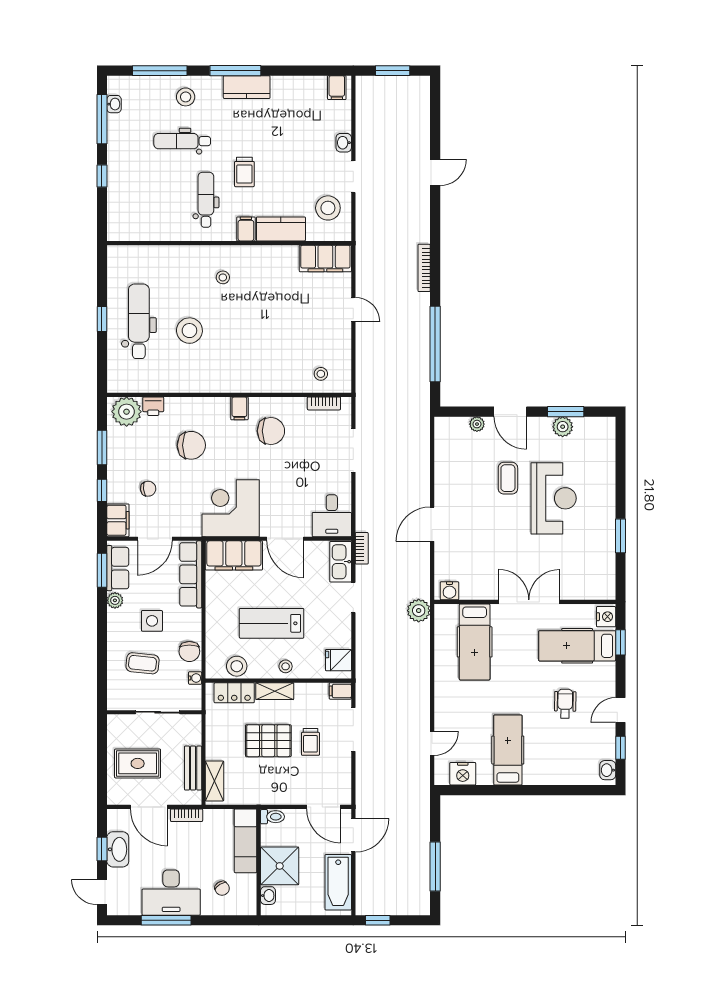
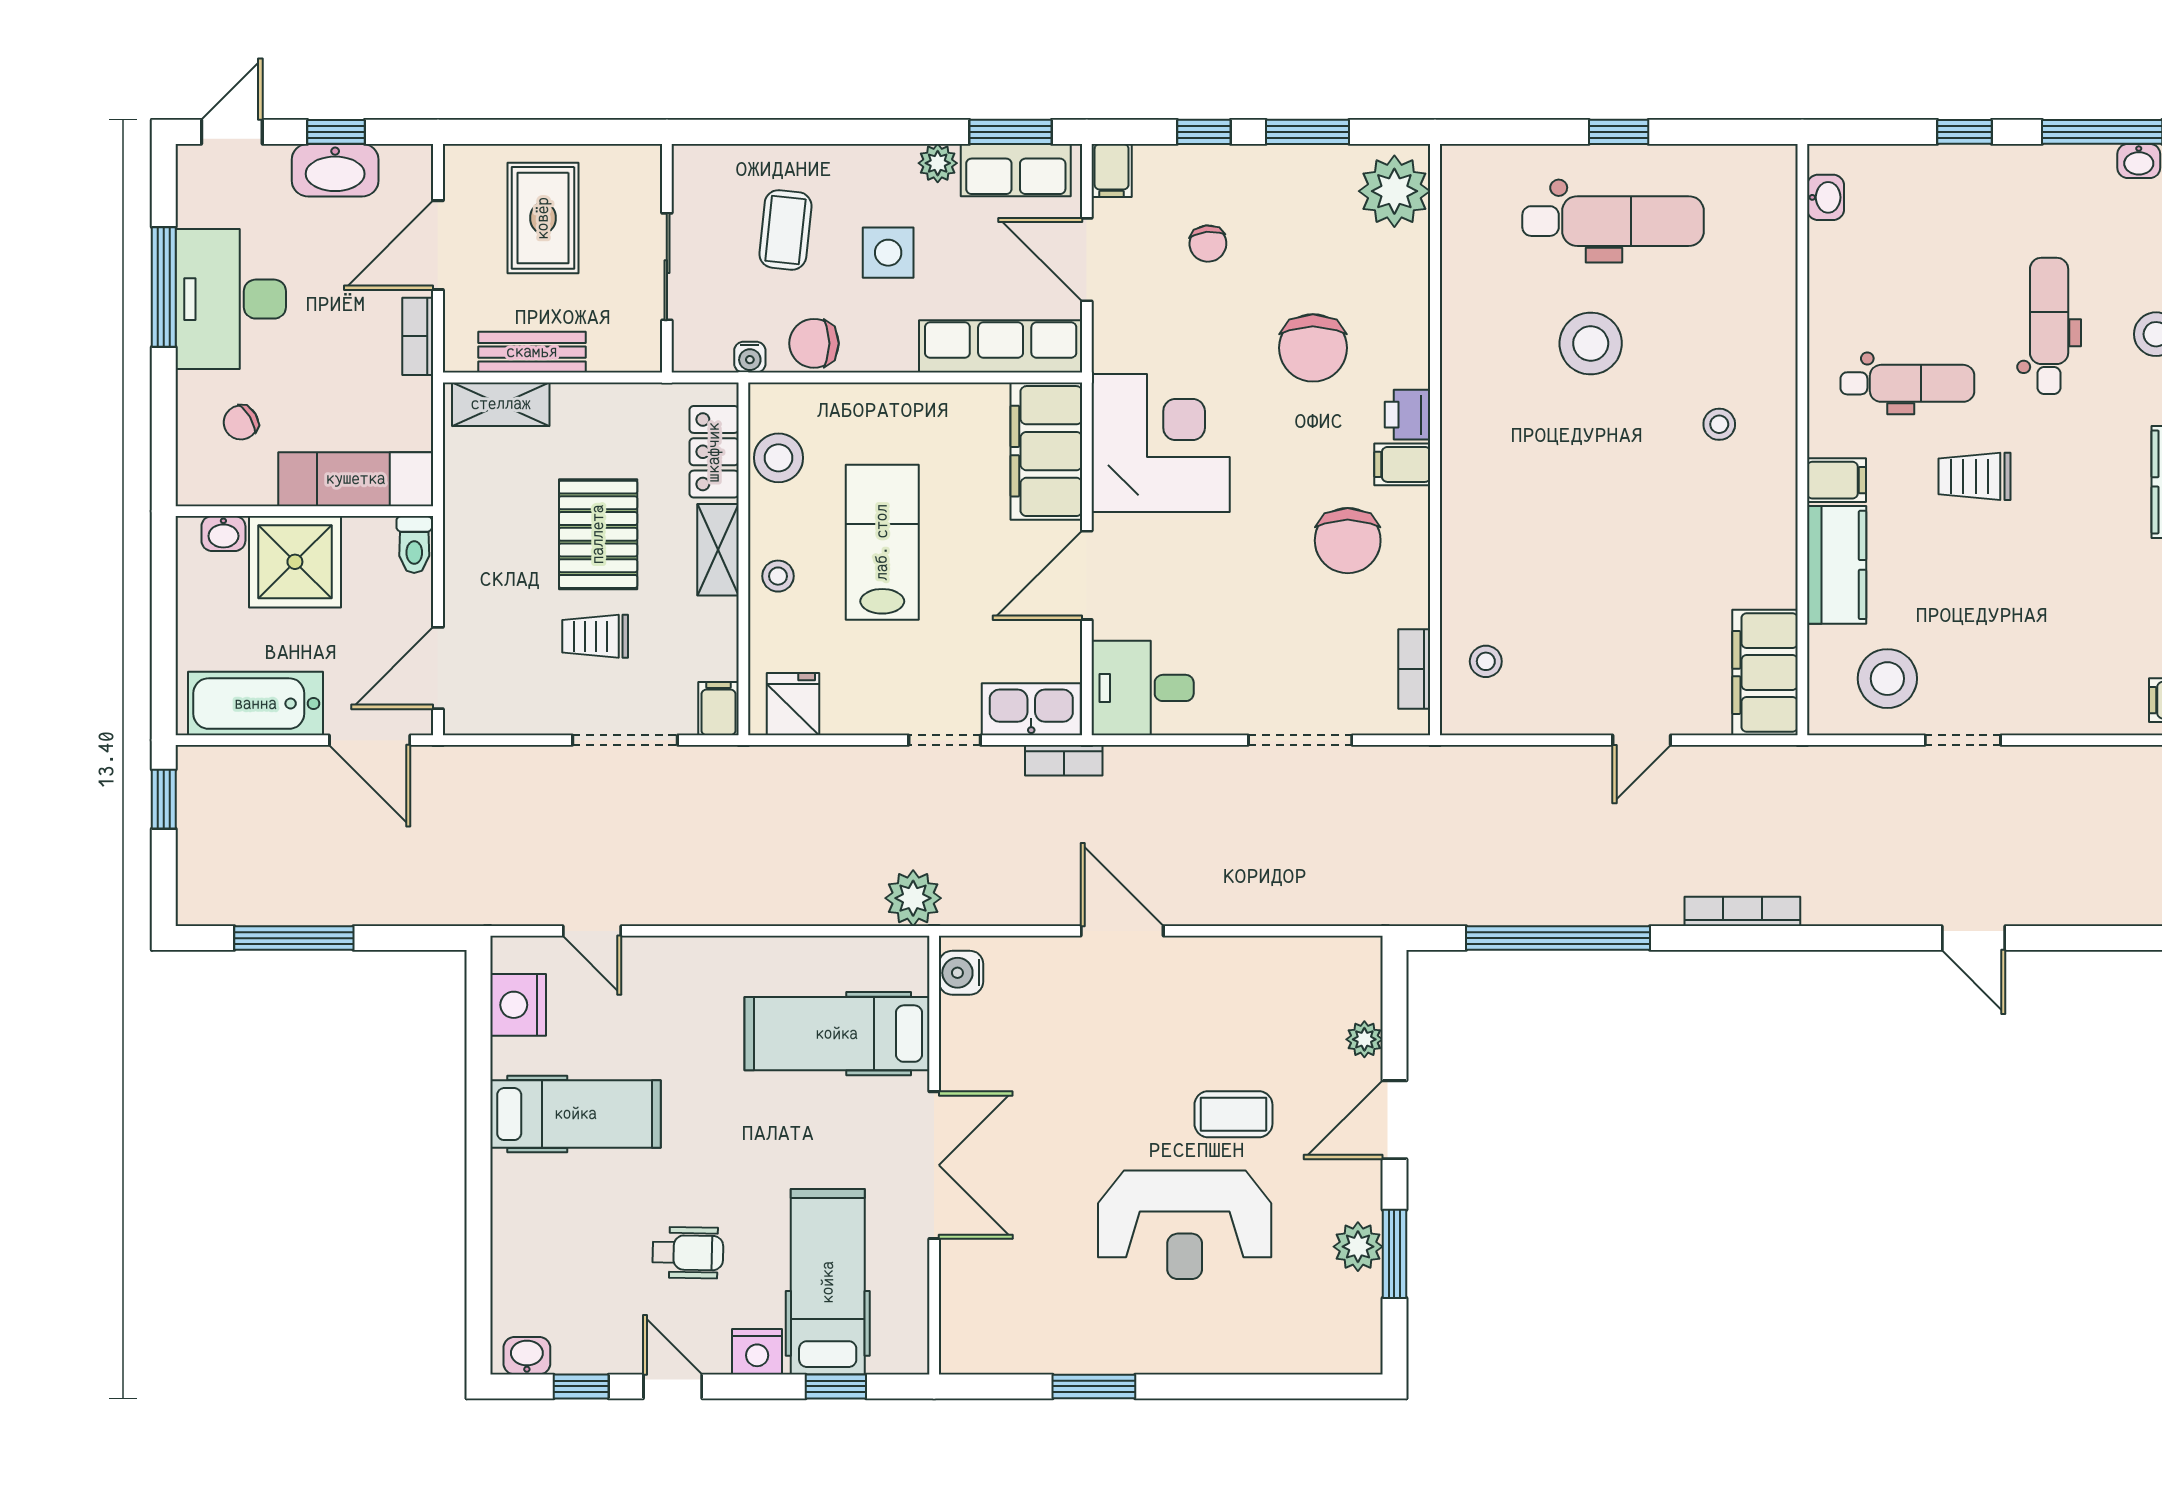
washbasin: (344, 143) -> (1826, 197), moved, turned 90
printer: (153, 406) -> (1408, 415), moved
filing cabinet: (118, 520) -> (1112, 170), width x0.50
nightstand: (606, 617) -> (757, 1352), moved

